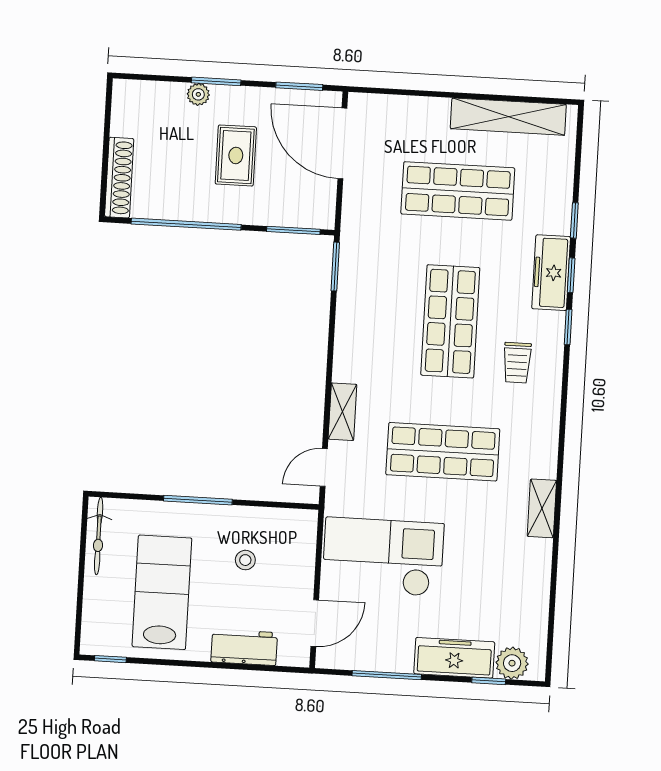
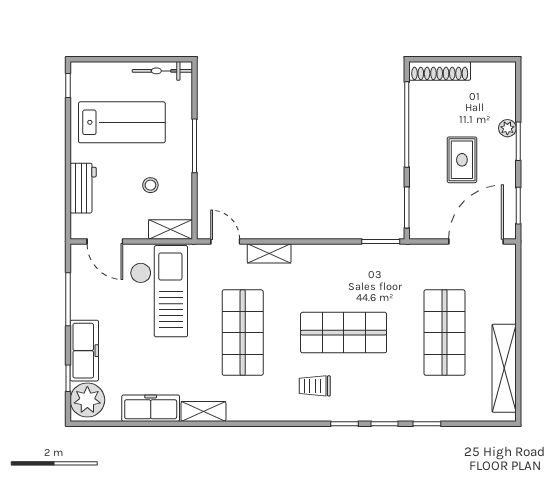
rug: (236, 155) -> (462, 160), turned 90
freezer: (551, 273) -> (151, 408), moved
shelving: (304, 537) -> (170, 229), added
plant: (512, 663) -> (87, 400), width x1.36, depth x1.36

